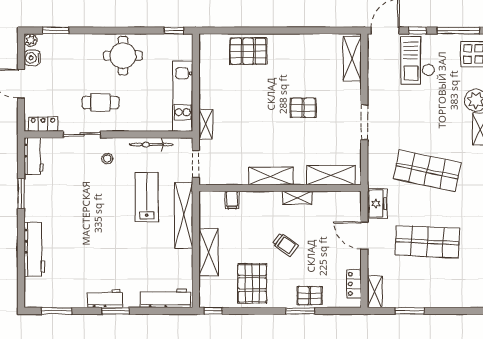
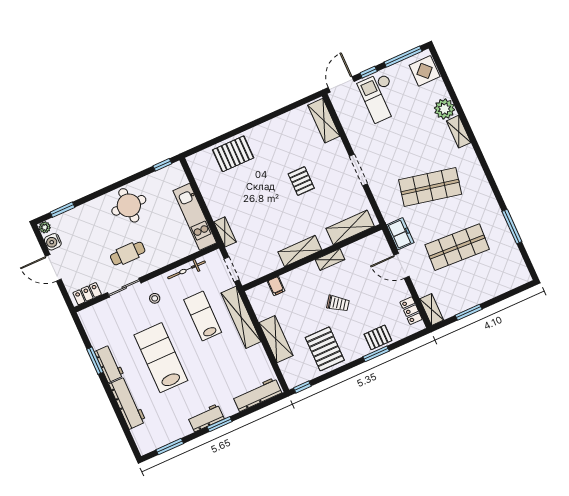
pallet: (303, 108) -> (301, 181), turned 90
workbench: (34, 156) -> (109, 364), moved
lab bench: (87, 220) -> (161, 358), added

